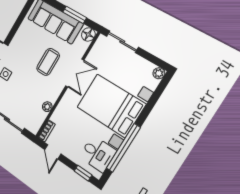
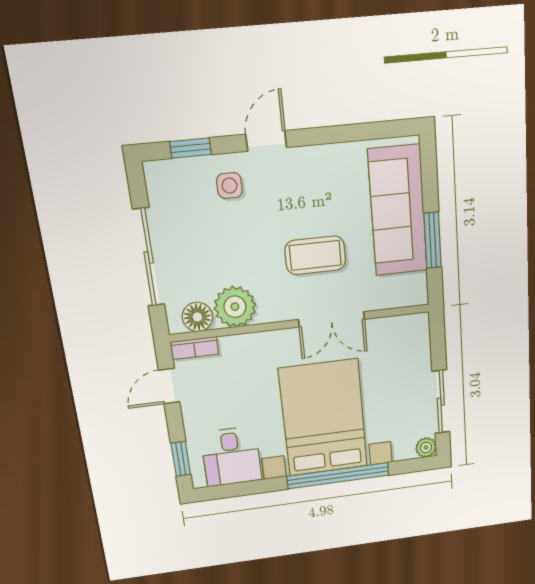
floor lamp: (88, 34) -> (197, 317), moved
sliding door: (122, 42) -> (441, 402), moved
plant: (47, 107) -> (235, 307), width x1.87, depth x1.87
window: (123, 148) -> (338, 476), moved

